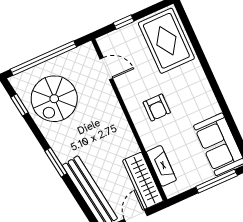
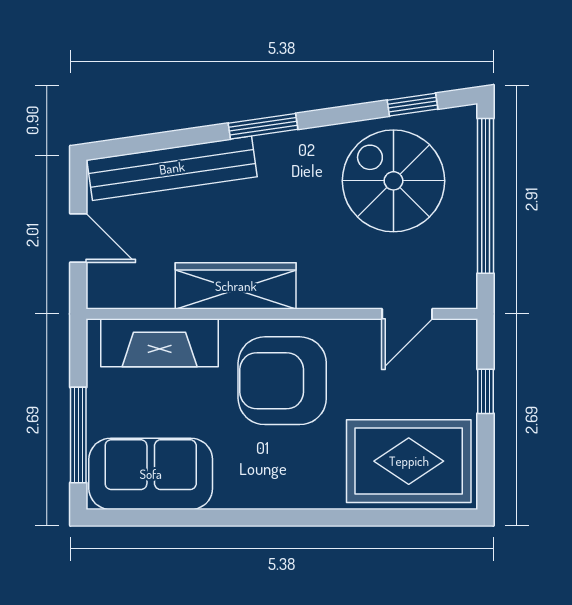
armchair: (157, 107) -> (282, 381), width x1.88, depth x1.88
fireplace: (161, 166) -> (160, 343), width x1.37, depth x1.32
wardrobe: (143, 181) -> (236, 286), moved

